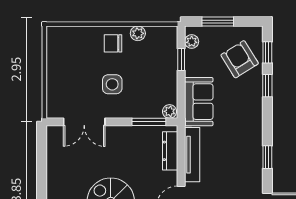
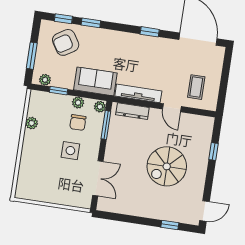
chair: (113, 43) -> (78, 123), moved
plant: (171, 85) -> (78, 103), added

